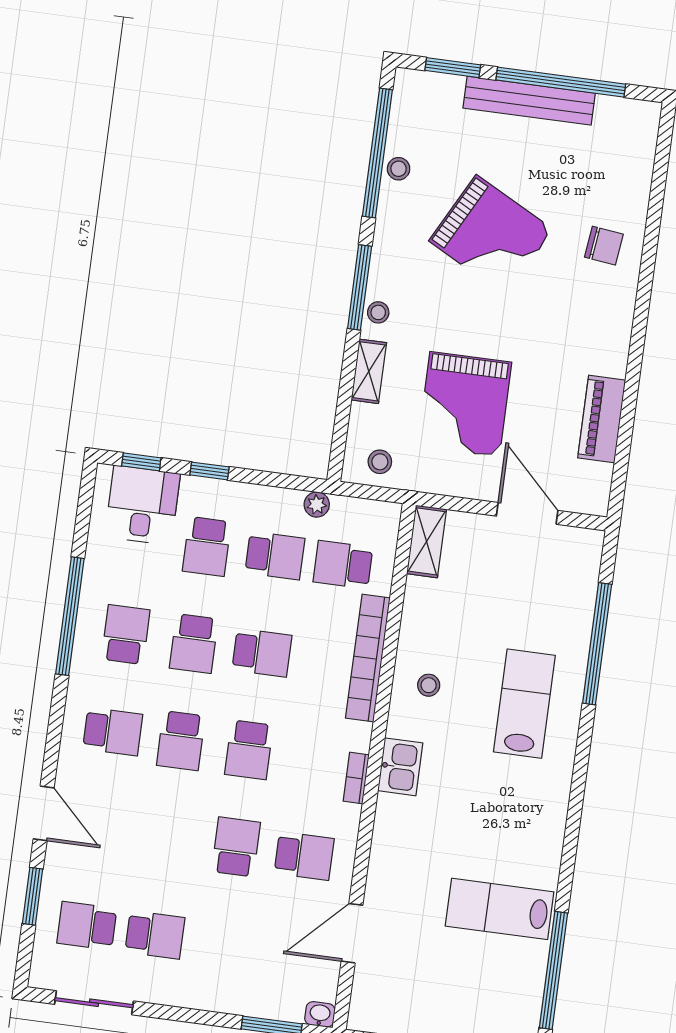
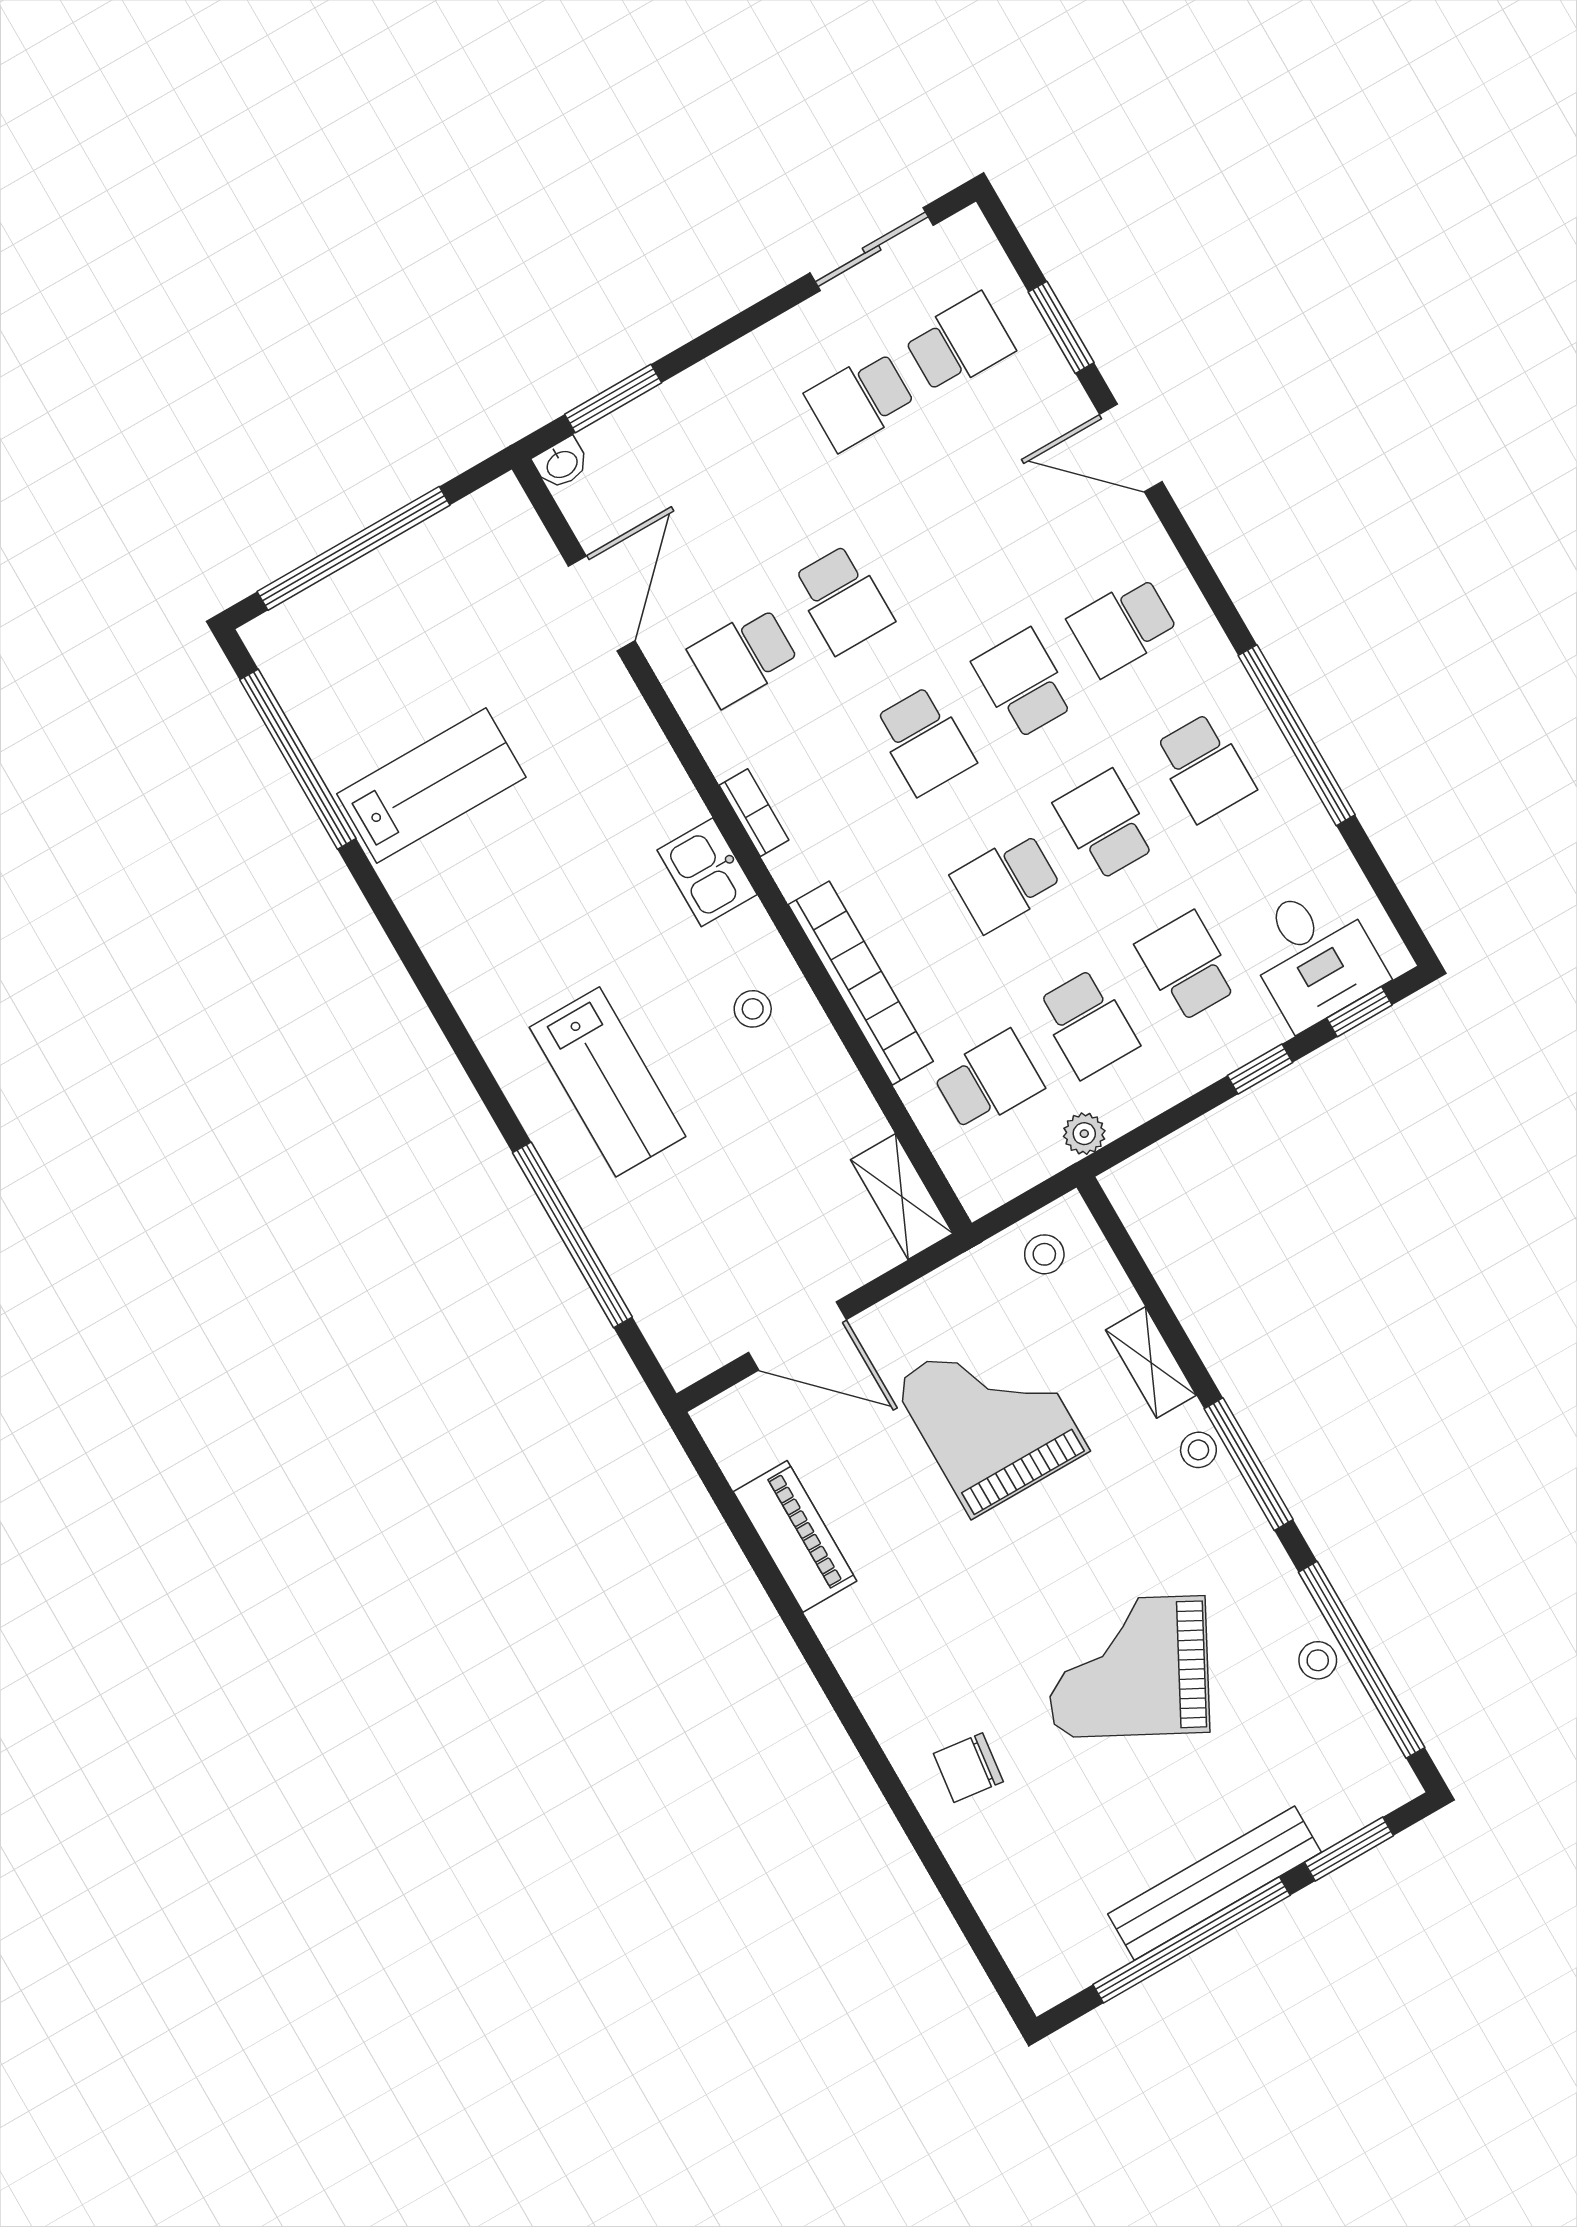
school desk: (275, 556) -> (1088, 1024), turned -90
school desk: (249, 750) -> (924, 741), turned 180

